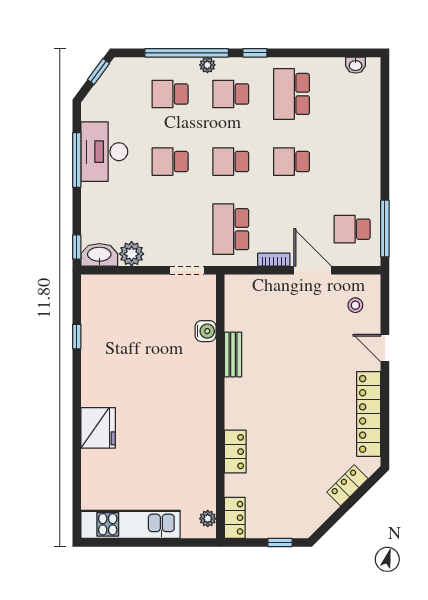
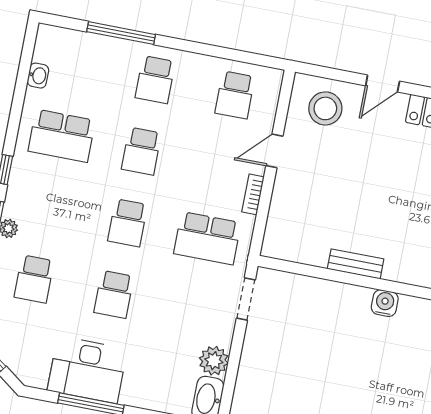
washbasin: (356, 65) -> (38, 76), moved
school desk: (231, 94) -> (155, 80), moved
window: (385, 229) -> (121, 33), moved
door: (313, 270) -> (274, 151), width x0.73
stool: (355, 305) -> (325, 108), width x1.89, depth x1.89
water cooler: (206, 331) -> (385, 303), moved

